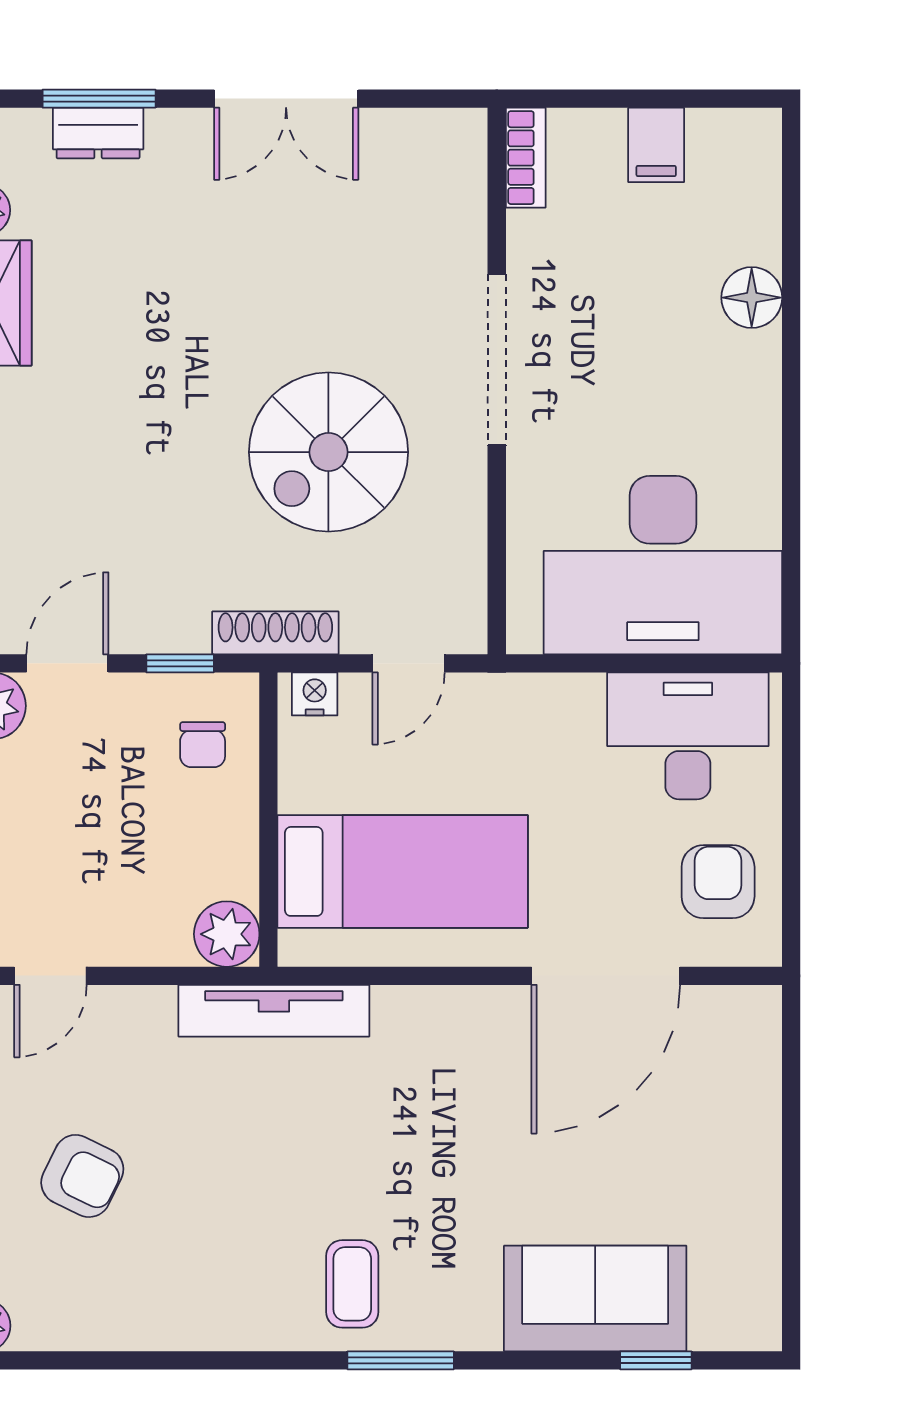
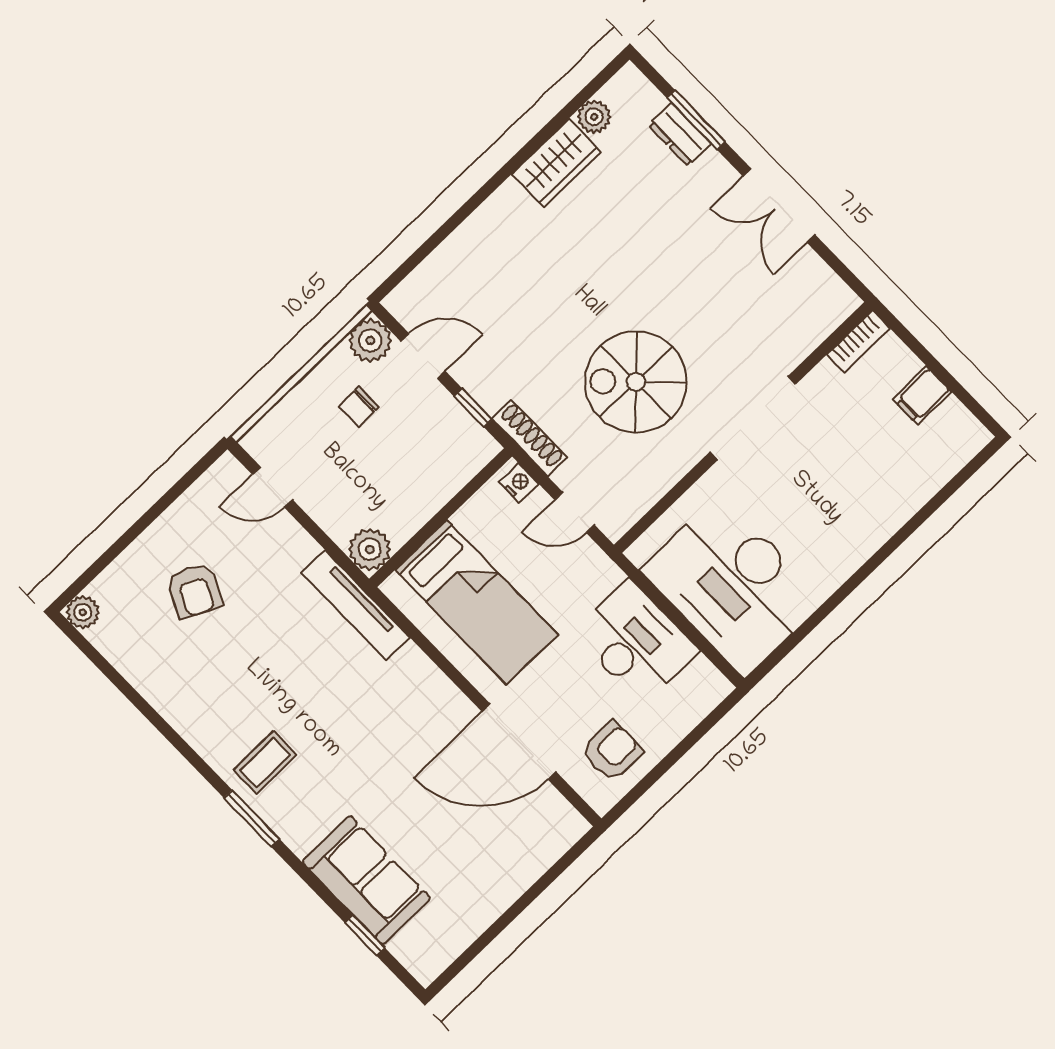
floor lamp: (752, 298) -> (895, 507), removed
desk: (688, 736) -> (636, 642), moved
chair: (203, 745) -> (359, 407), moved

